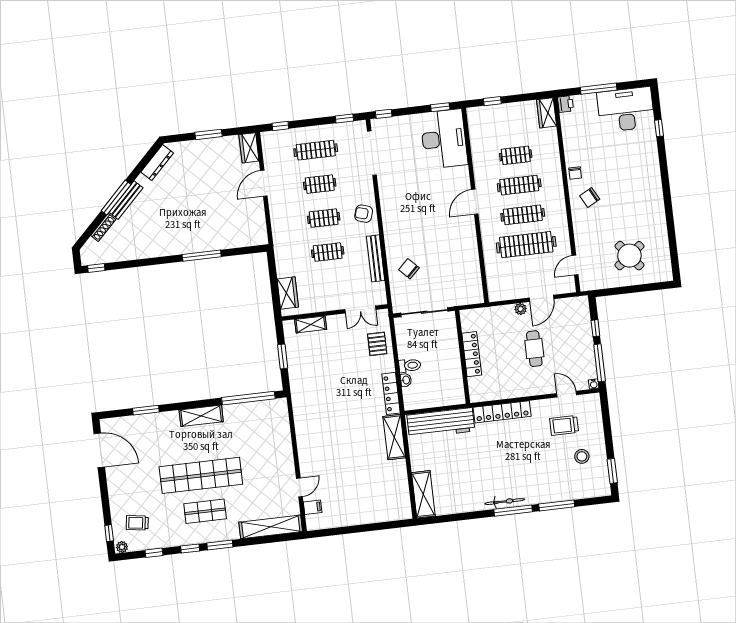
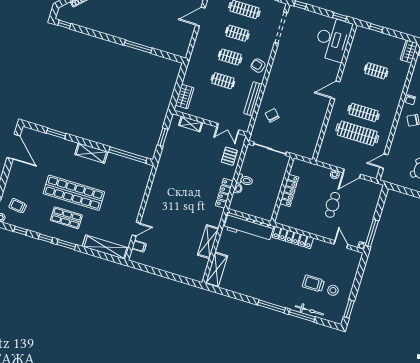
clothes rail: (519, 185) -> (370, 92), removed
window: (595, 328) -> (379, 209), removed
trolley: (564, 425) -> (313, 283), moved
shelving: (394, 437) -> (208, 242), moved
bicycle: (505, 502) -> (309, 310), moved

